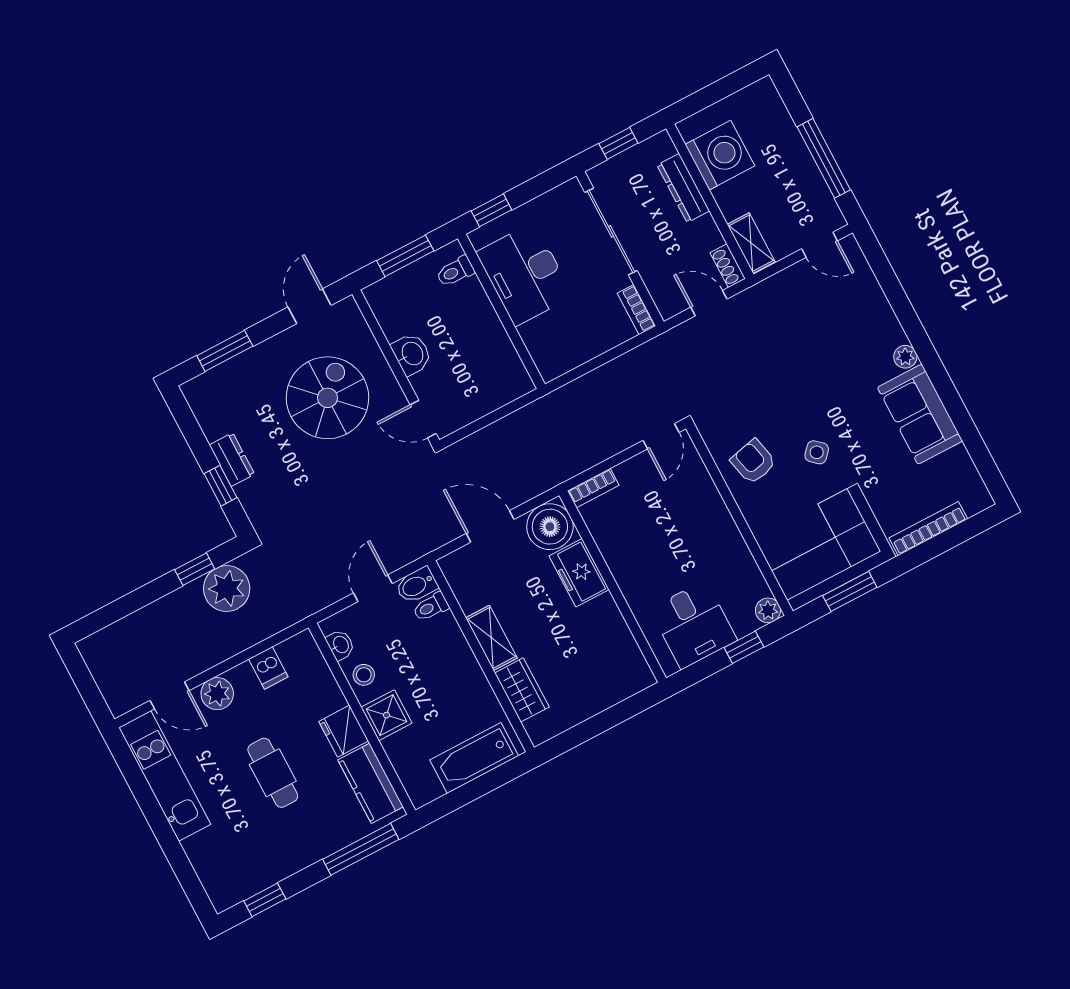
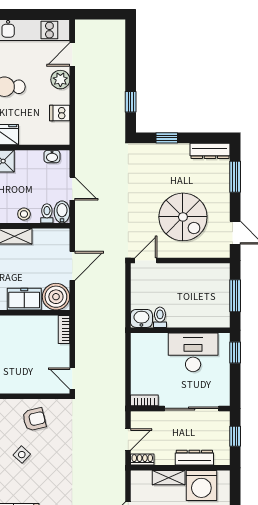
shelving: (751, 243) -> (169, 478), moved
toilet: (455, 272) -> (160, 317), moved
washbasin: (412, 354) -> (141, 318), moved, turned 180
dresser: (232, 460) -> (210, 151), moved, width x1.44
plant: (227, 589) -> (112, 113), removed
stool: (364, 675) -> (24, 214), moved

